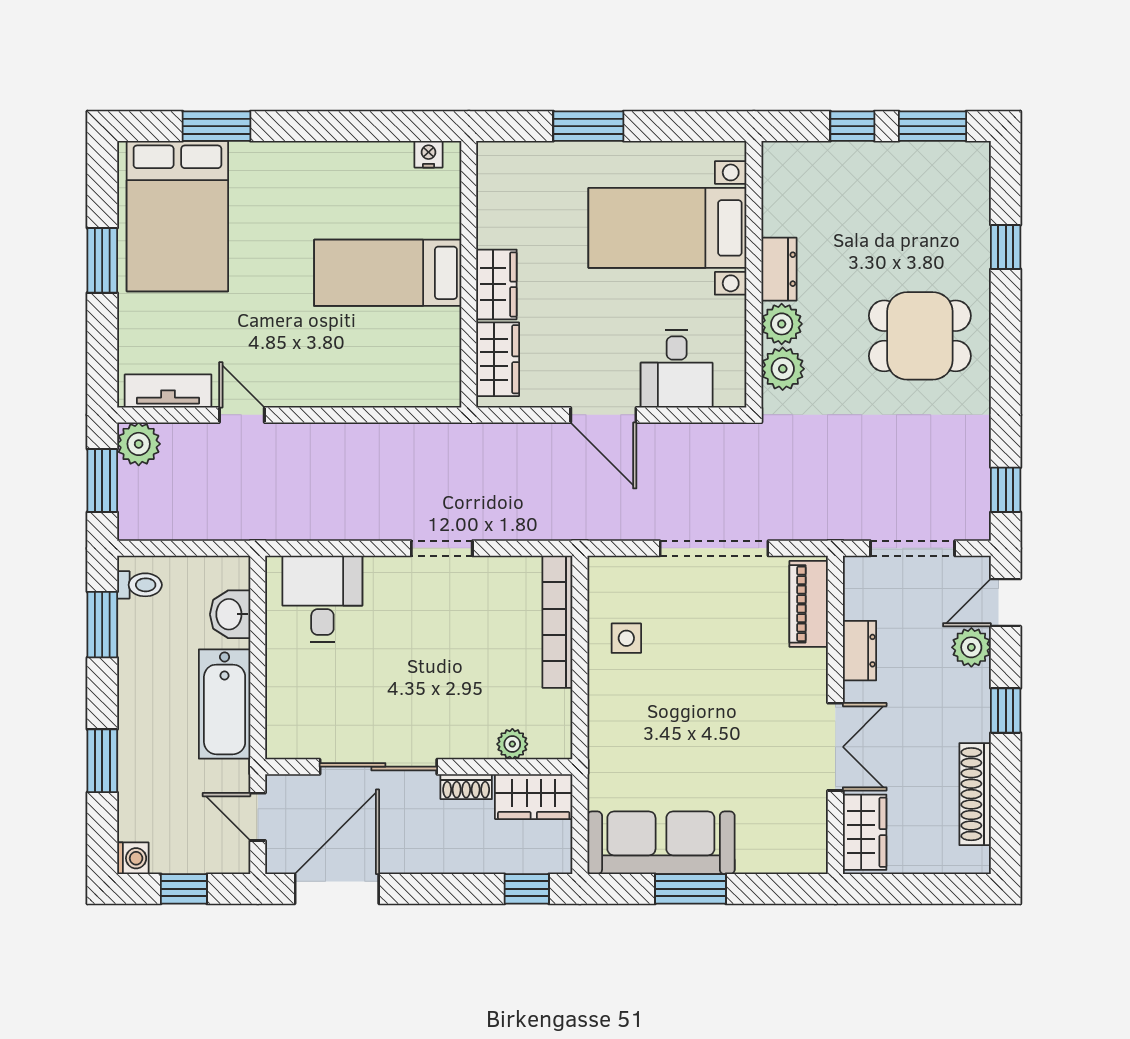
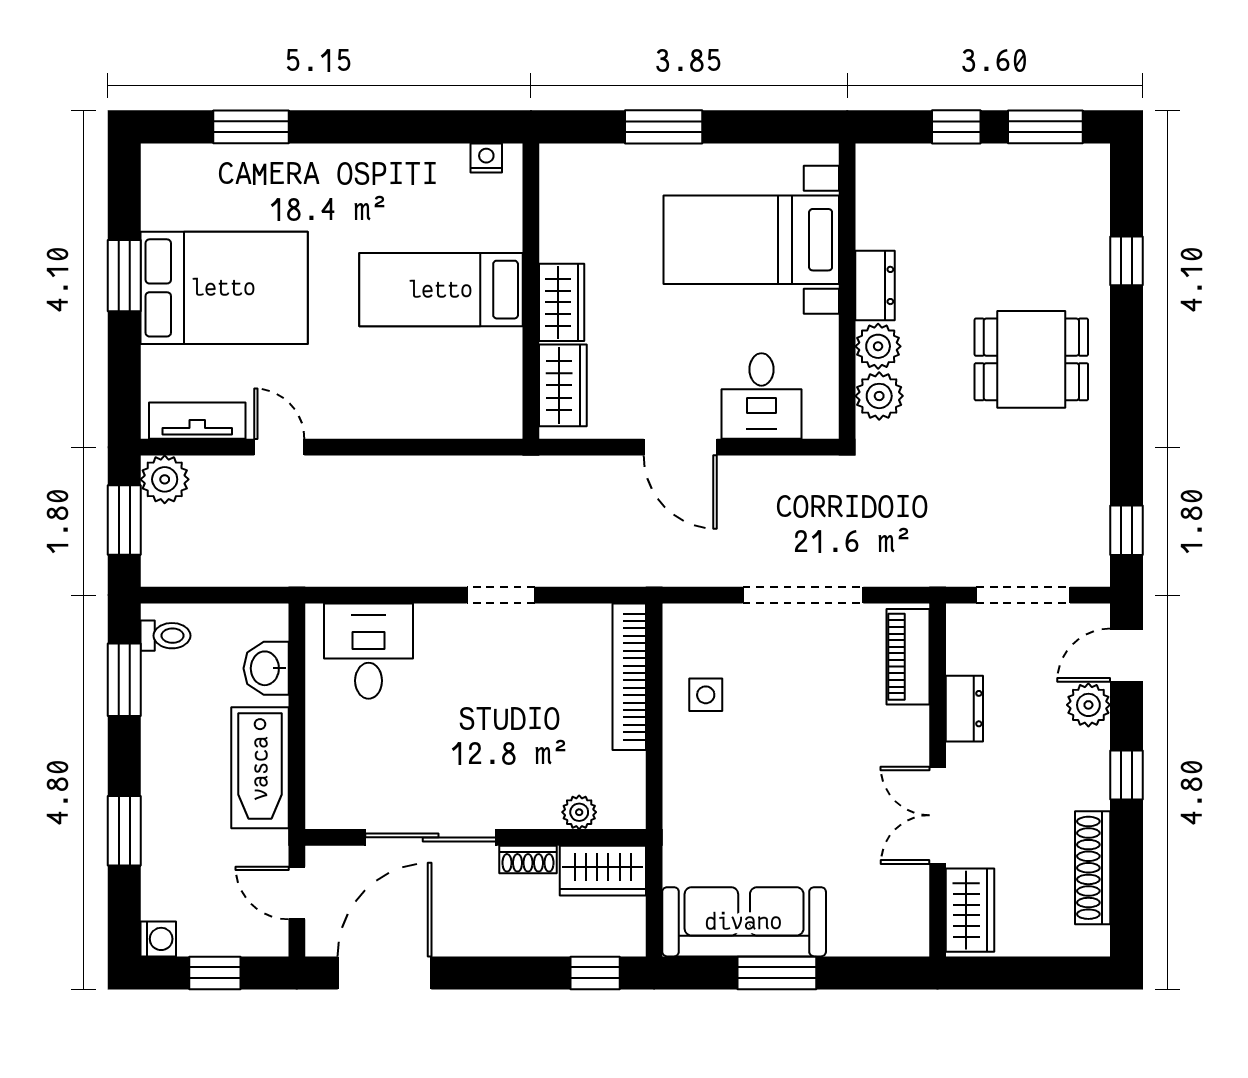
bed: (177, 216) -> (224, 288), moved, turned -90
double door: (835, 747) -> (938, 815), swing flipped

